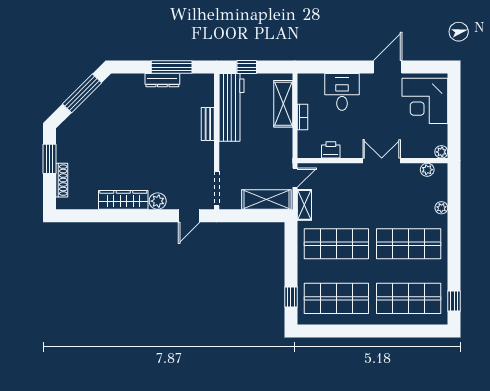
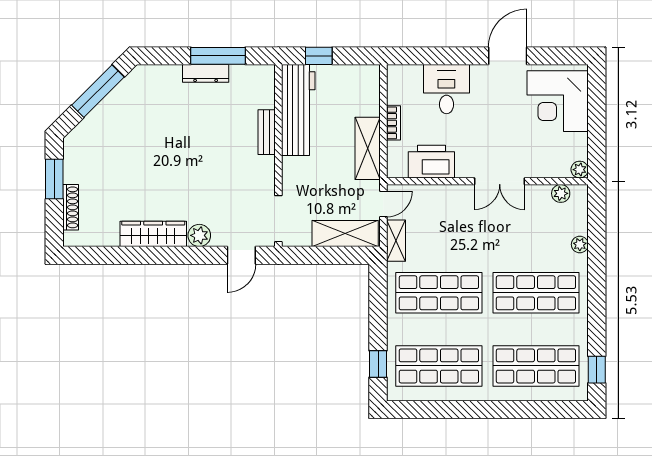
shelving: (283, 104) -> (368, 148), moved
printer: (331, 150) -> (431, 162), width x1.87, depth x1.48
double door: (382, 161) -> (500, 181), swing flipped

